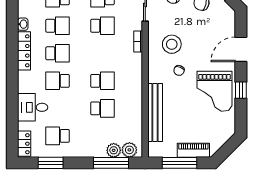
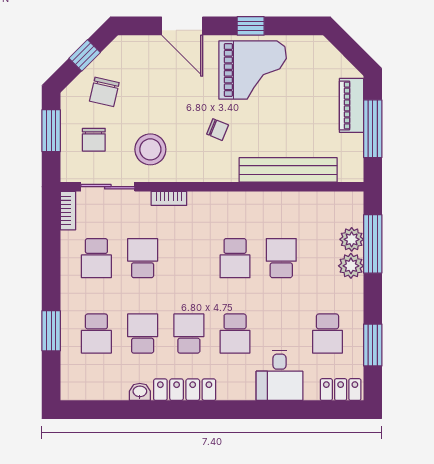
stool: (172, 44) -> (150, 149), moved
school desk: (102, 81) -> (235, 258), turned 180
plant: (129, 150) -> (351, 266), moved

